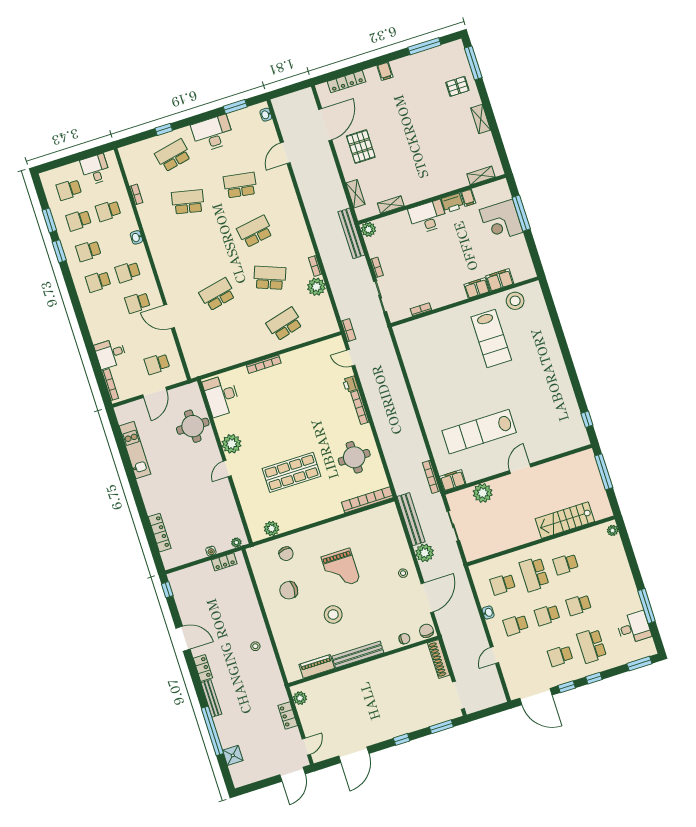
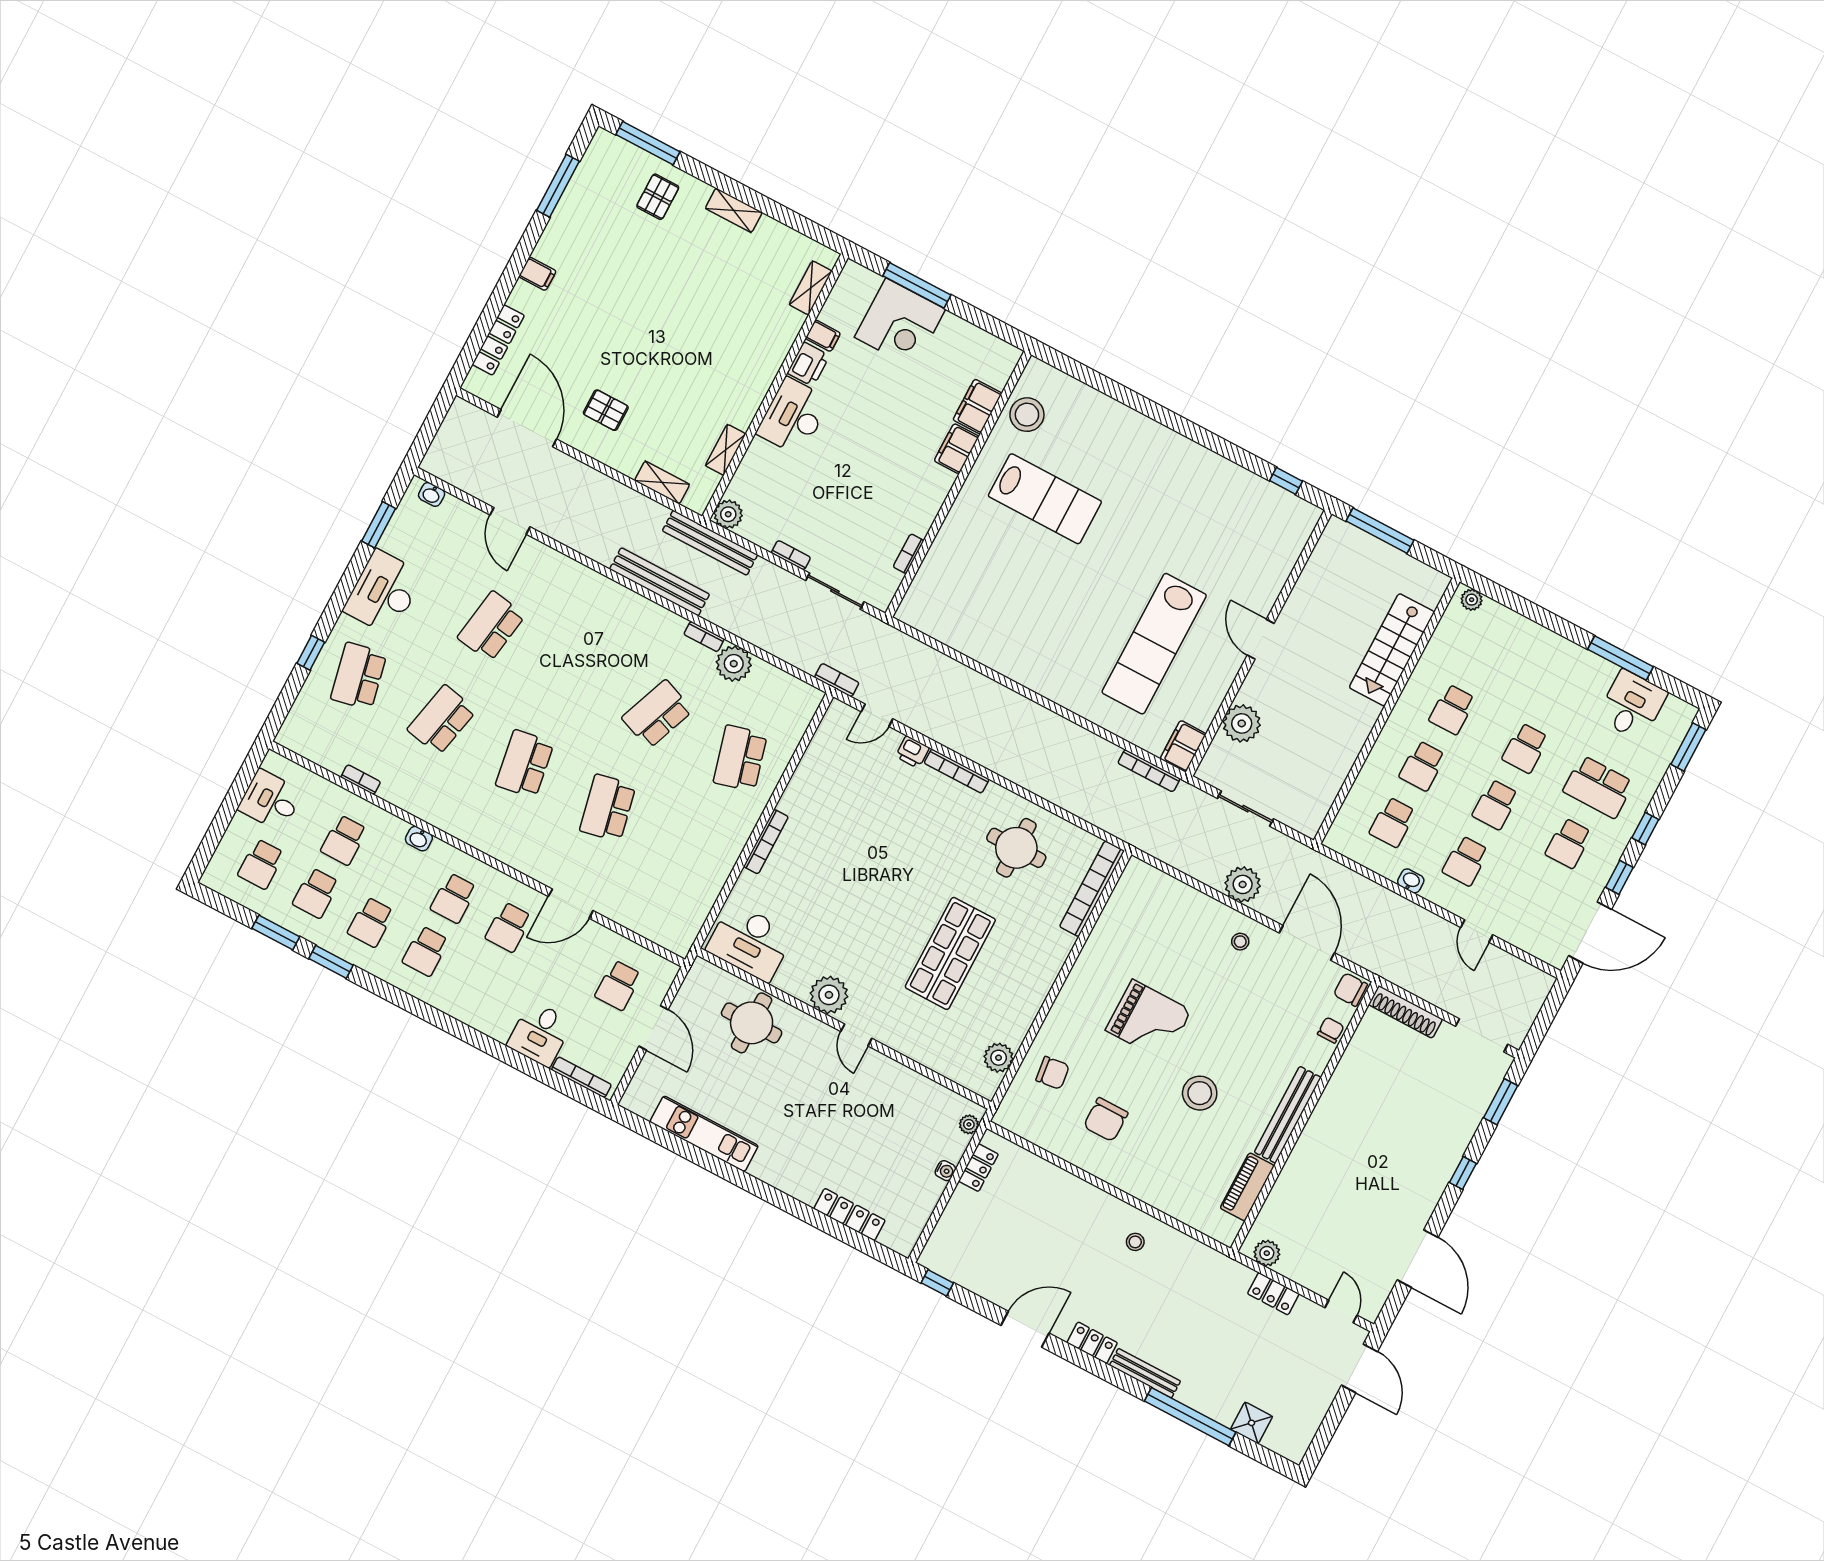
pallet: (361, 147) -> (606, 410), width x0.67, depth x0.71
school desk: (255, 231) -> (525, 764), moved
bench: (411, 519) -> (660, 582), moved
school desk: (534, 574) -> (1422, 766), width x0.54

